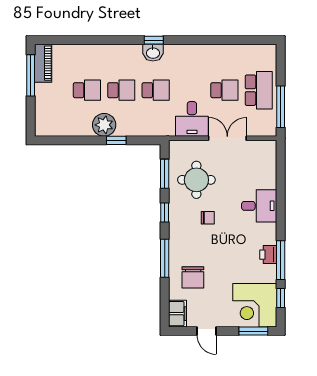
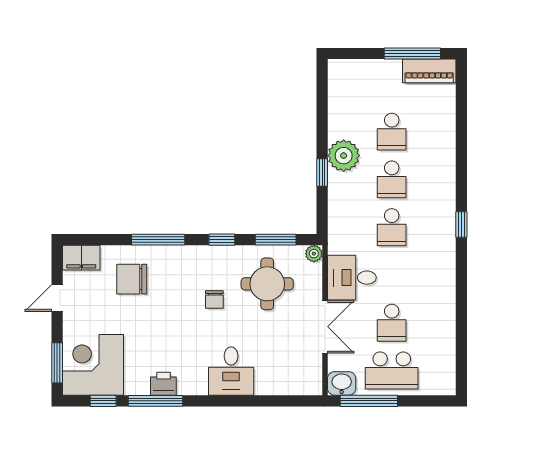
washbasin: (153, 53) -> (342, 383), moved, turned 90
plant: (175, 146) -> (314, 254), added

